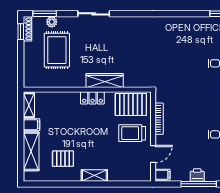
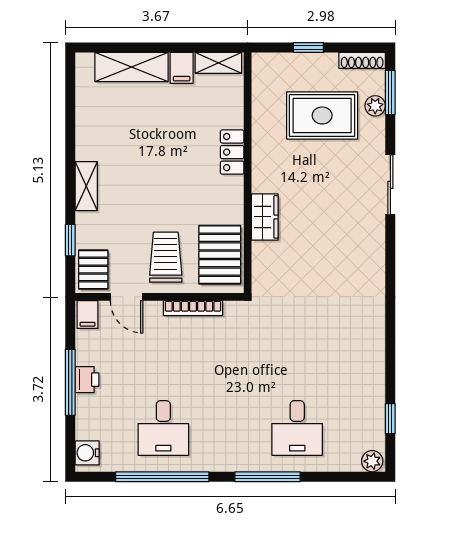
window: (21, 32) -> (308, 47), moved
wardrobe: (105, 81) -> (265, 217), width x0.67
locker: (92, 98) -> (232, 152), moved
pallet: (63, 159) -> (93, 270), moved
window: (123, 184) -> (70, 240), added

